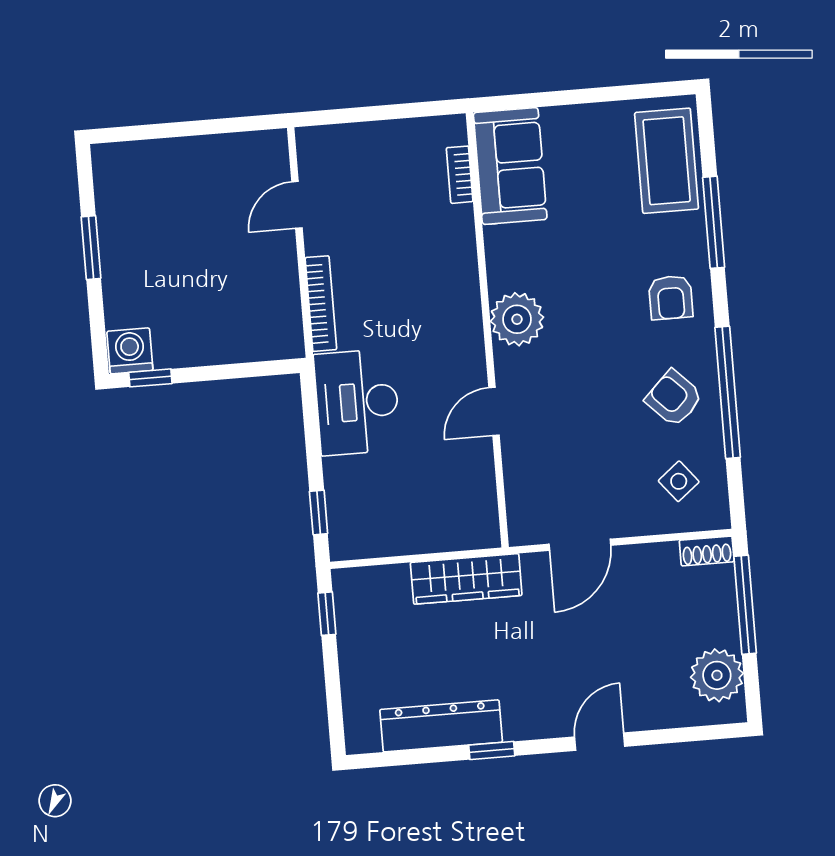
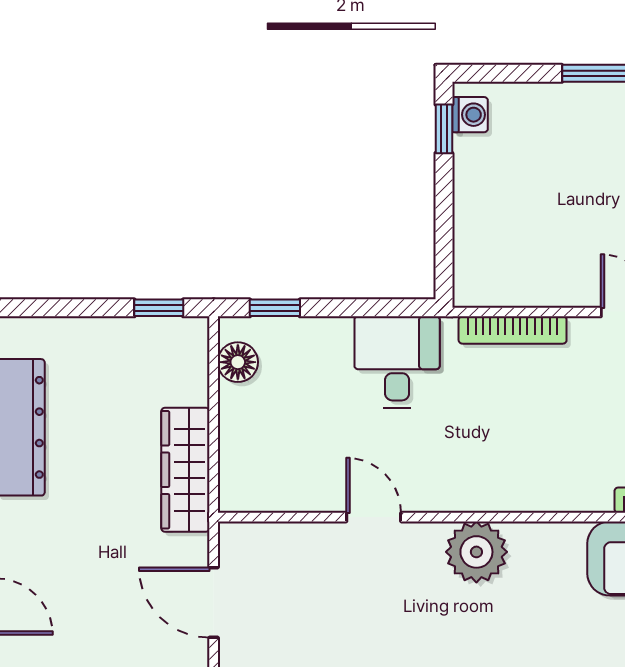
washing machine: (130, 351) -> (470, 115), width x0.73, depth x0.73
desk: (357, 402) -> (397, 362), width x0.73
floor lamp: (369, 541) -> (238, 362), added

